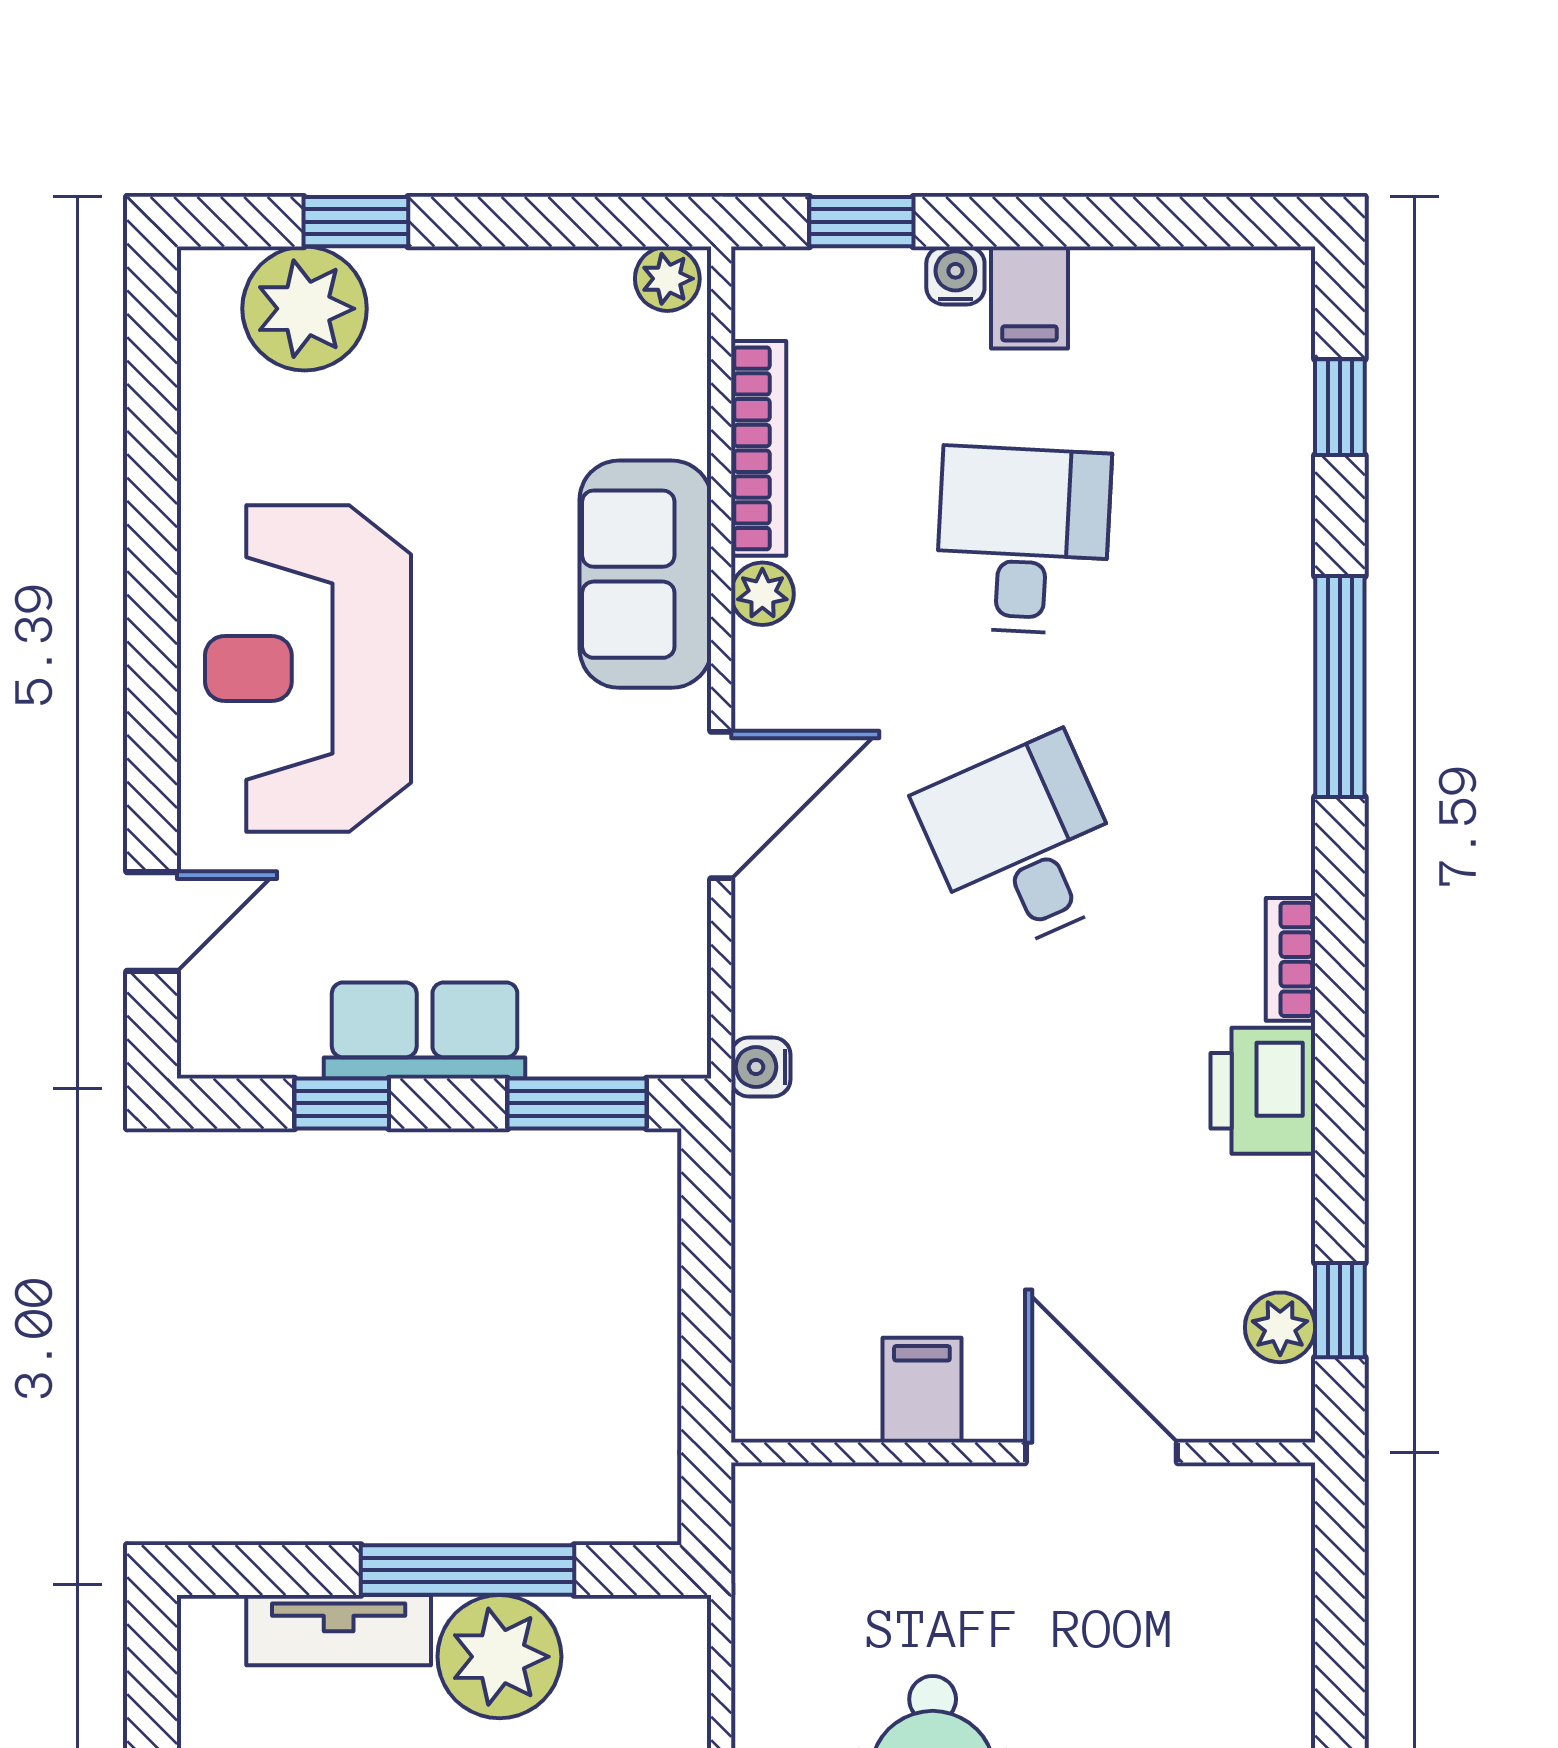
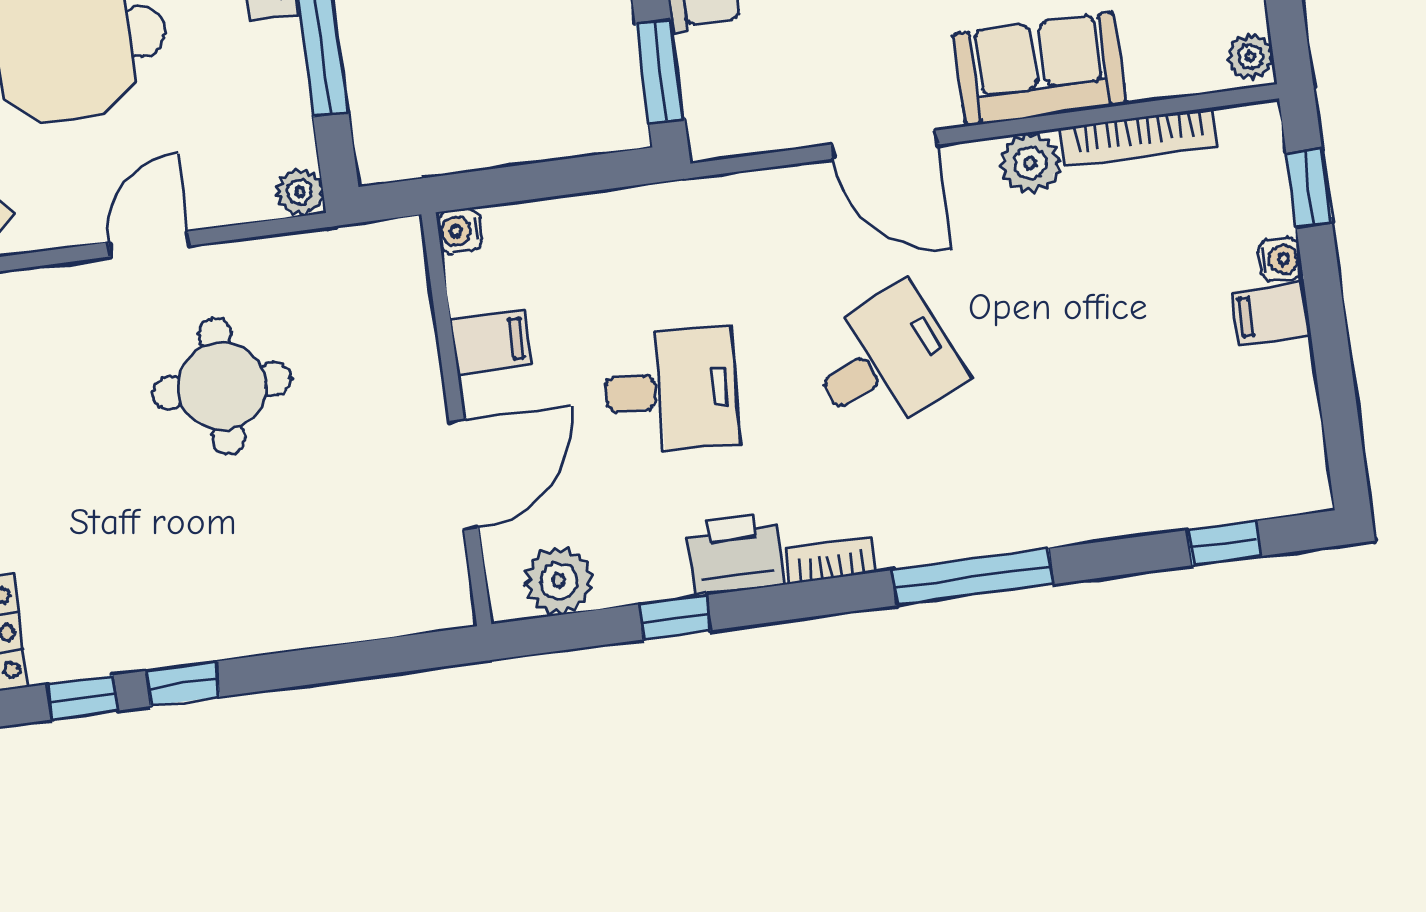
desk: (1023, 540) -> (671, 390), moved
plant: (762, 594) -> (1030, 163), width x1.38, depth x1.38
window: (1340, 686) -> (973, 577), moved
water cooler: (761, 1067) -> (459, 231), moved, turned -90
window: (1340, 1310) -> (675, 617), moved
plant: (1280, 1327) -> (559, 581), width x1.38, depth x1.38
plant: (499, 1657) -> (300, 192), moved, width x0.53, depth x0.53

